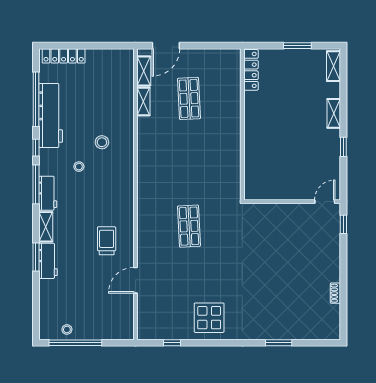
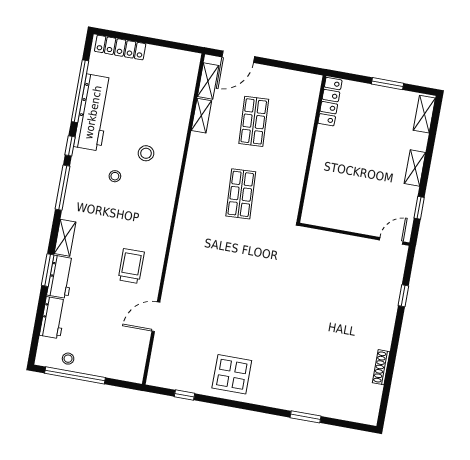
workbench: (48, 193) -> (53, 318), moved
wall: (292, 202) -> (354, 234), moved
door: (325, 202) -> (391, 241), moved
shop shelf: (189, 226) -> (241, 194), moved
shoe rack: (335, 293) -> (381, 367), width x1.43

